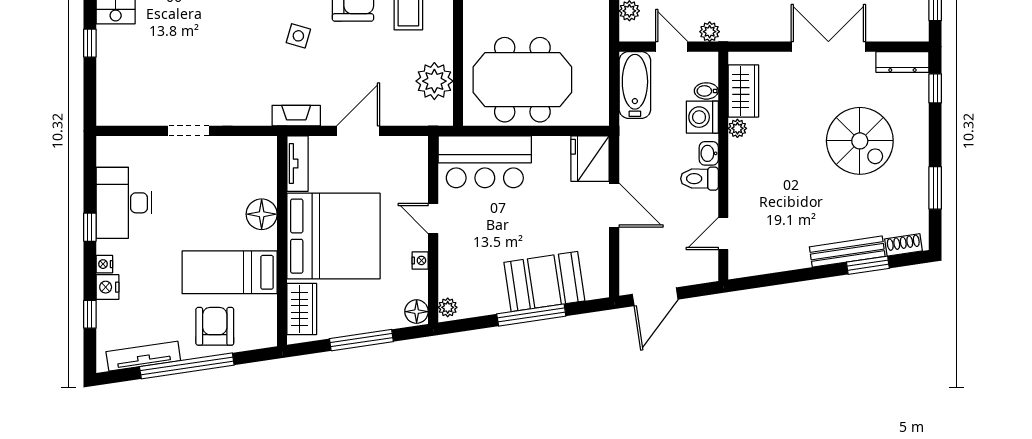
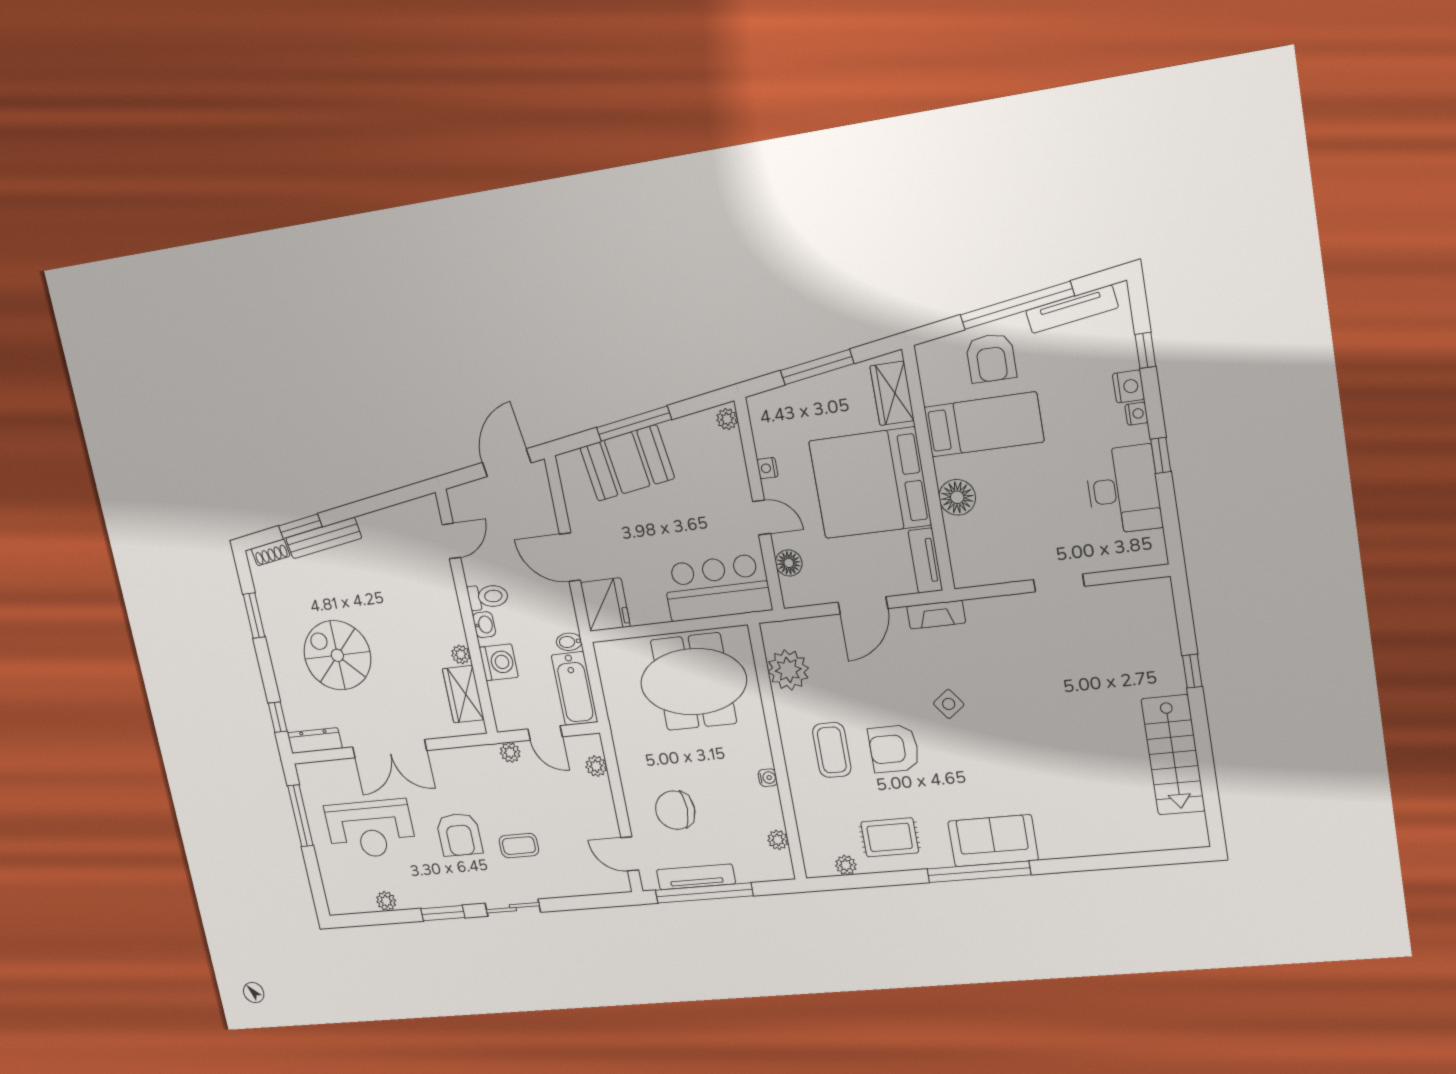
side table: (298, 36) -> (949, 704), turned 37
bidet: (706, 91) -> (569, 642), moved, turned 180
floor lamp: (417, 312) -> (789, 563), moved

